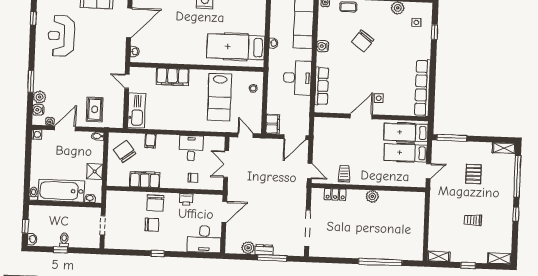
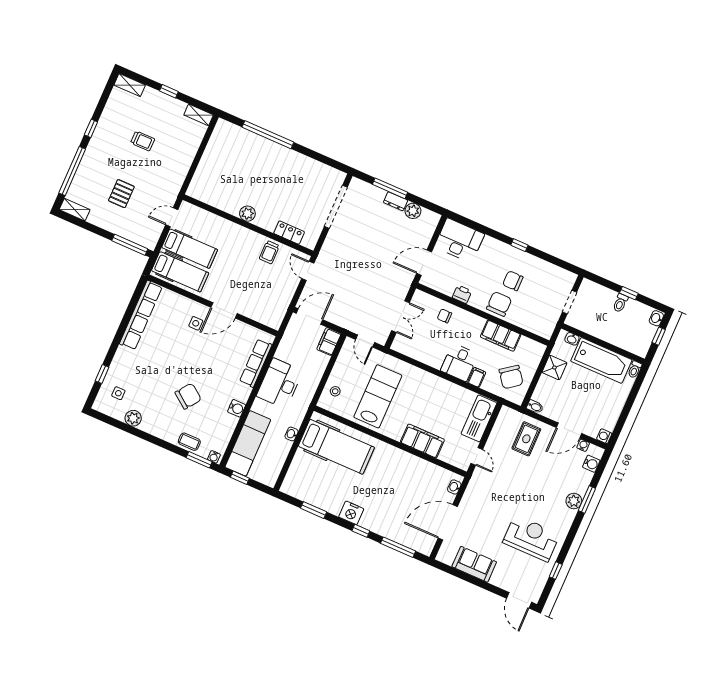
reception desk: (61, 36) -> (531, 538), turned -90
plant: (40, 97) -> (574, 501), moved
desk: (191, 148) -> (459, 362), moved

